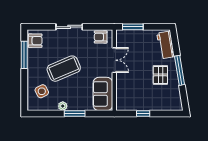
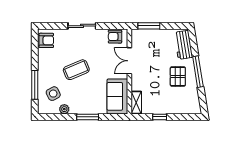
window: (24, 55) -> (35, 85), moved
double door: (114, 60) -> (129, 61), swing flipped
coffee table: (64, 69) -> (76, 70), width x0.73, depth x0.76
shelving: (121, 100) -> (136, 103), added
plant: (63, 106) -> (64, 109), moved

